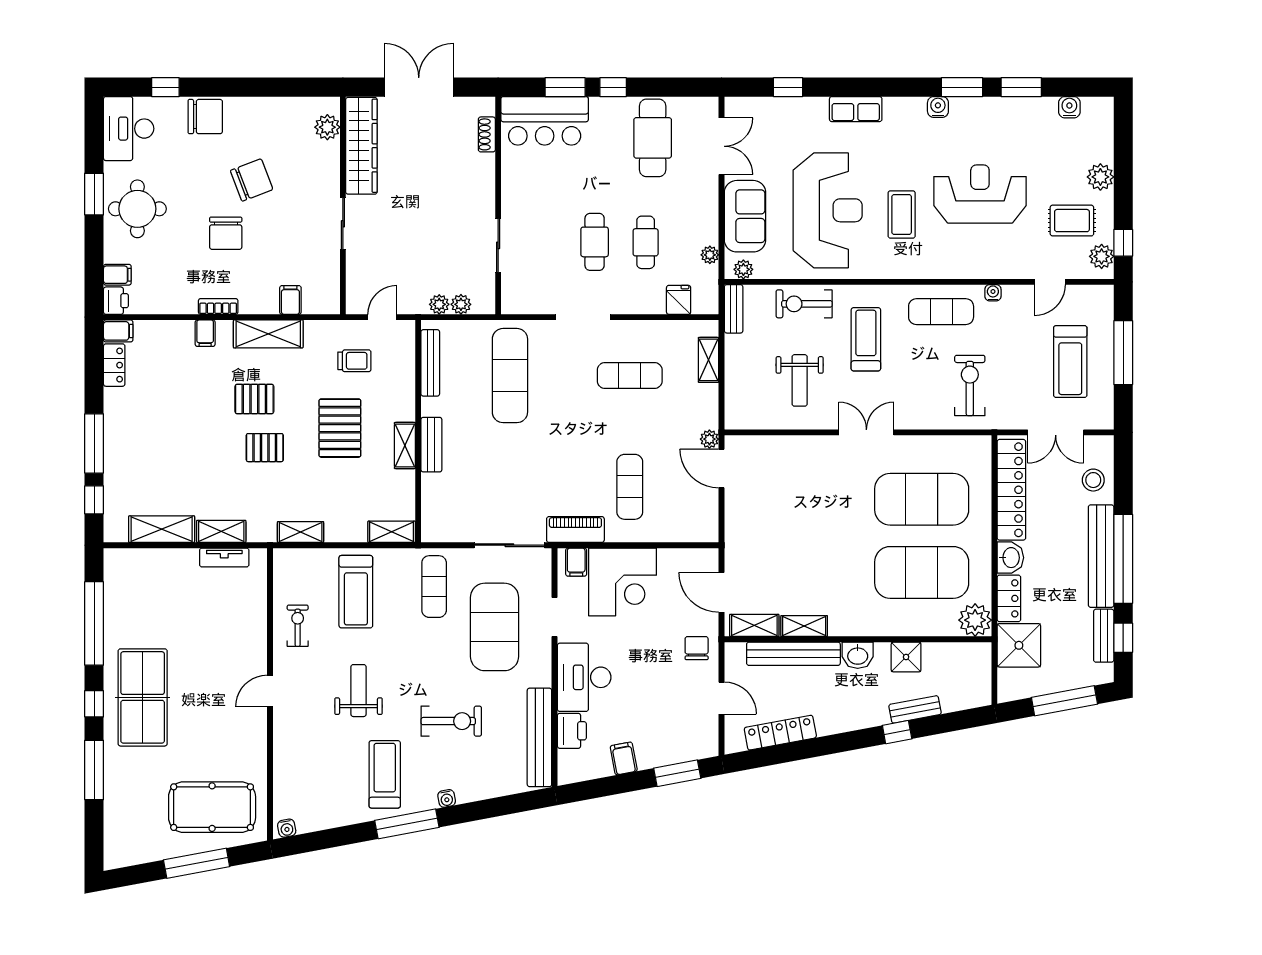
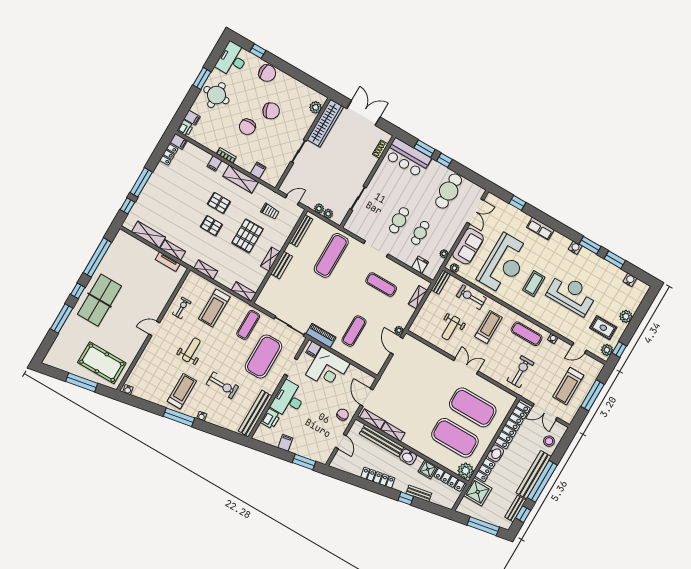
locker: (955, 653) -> (449, 480), added
locker: (780, 733) -> (378, 478), moved

